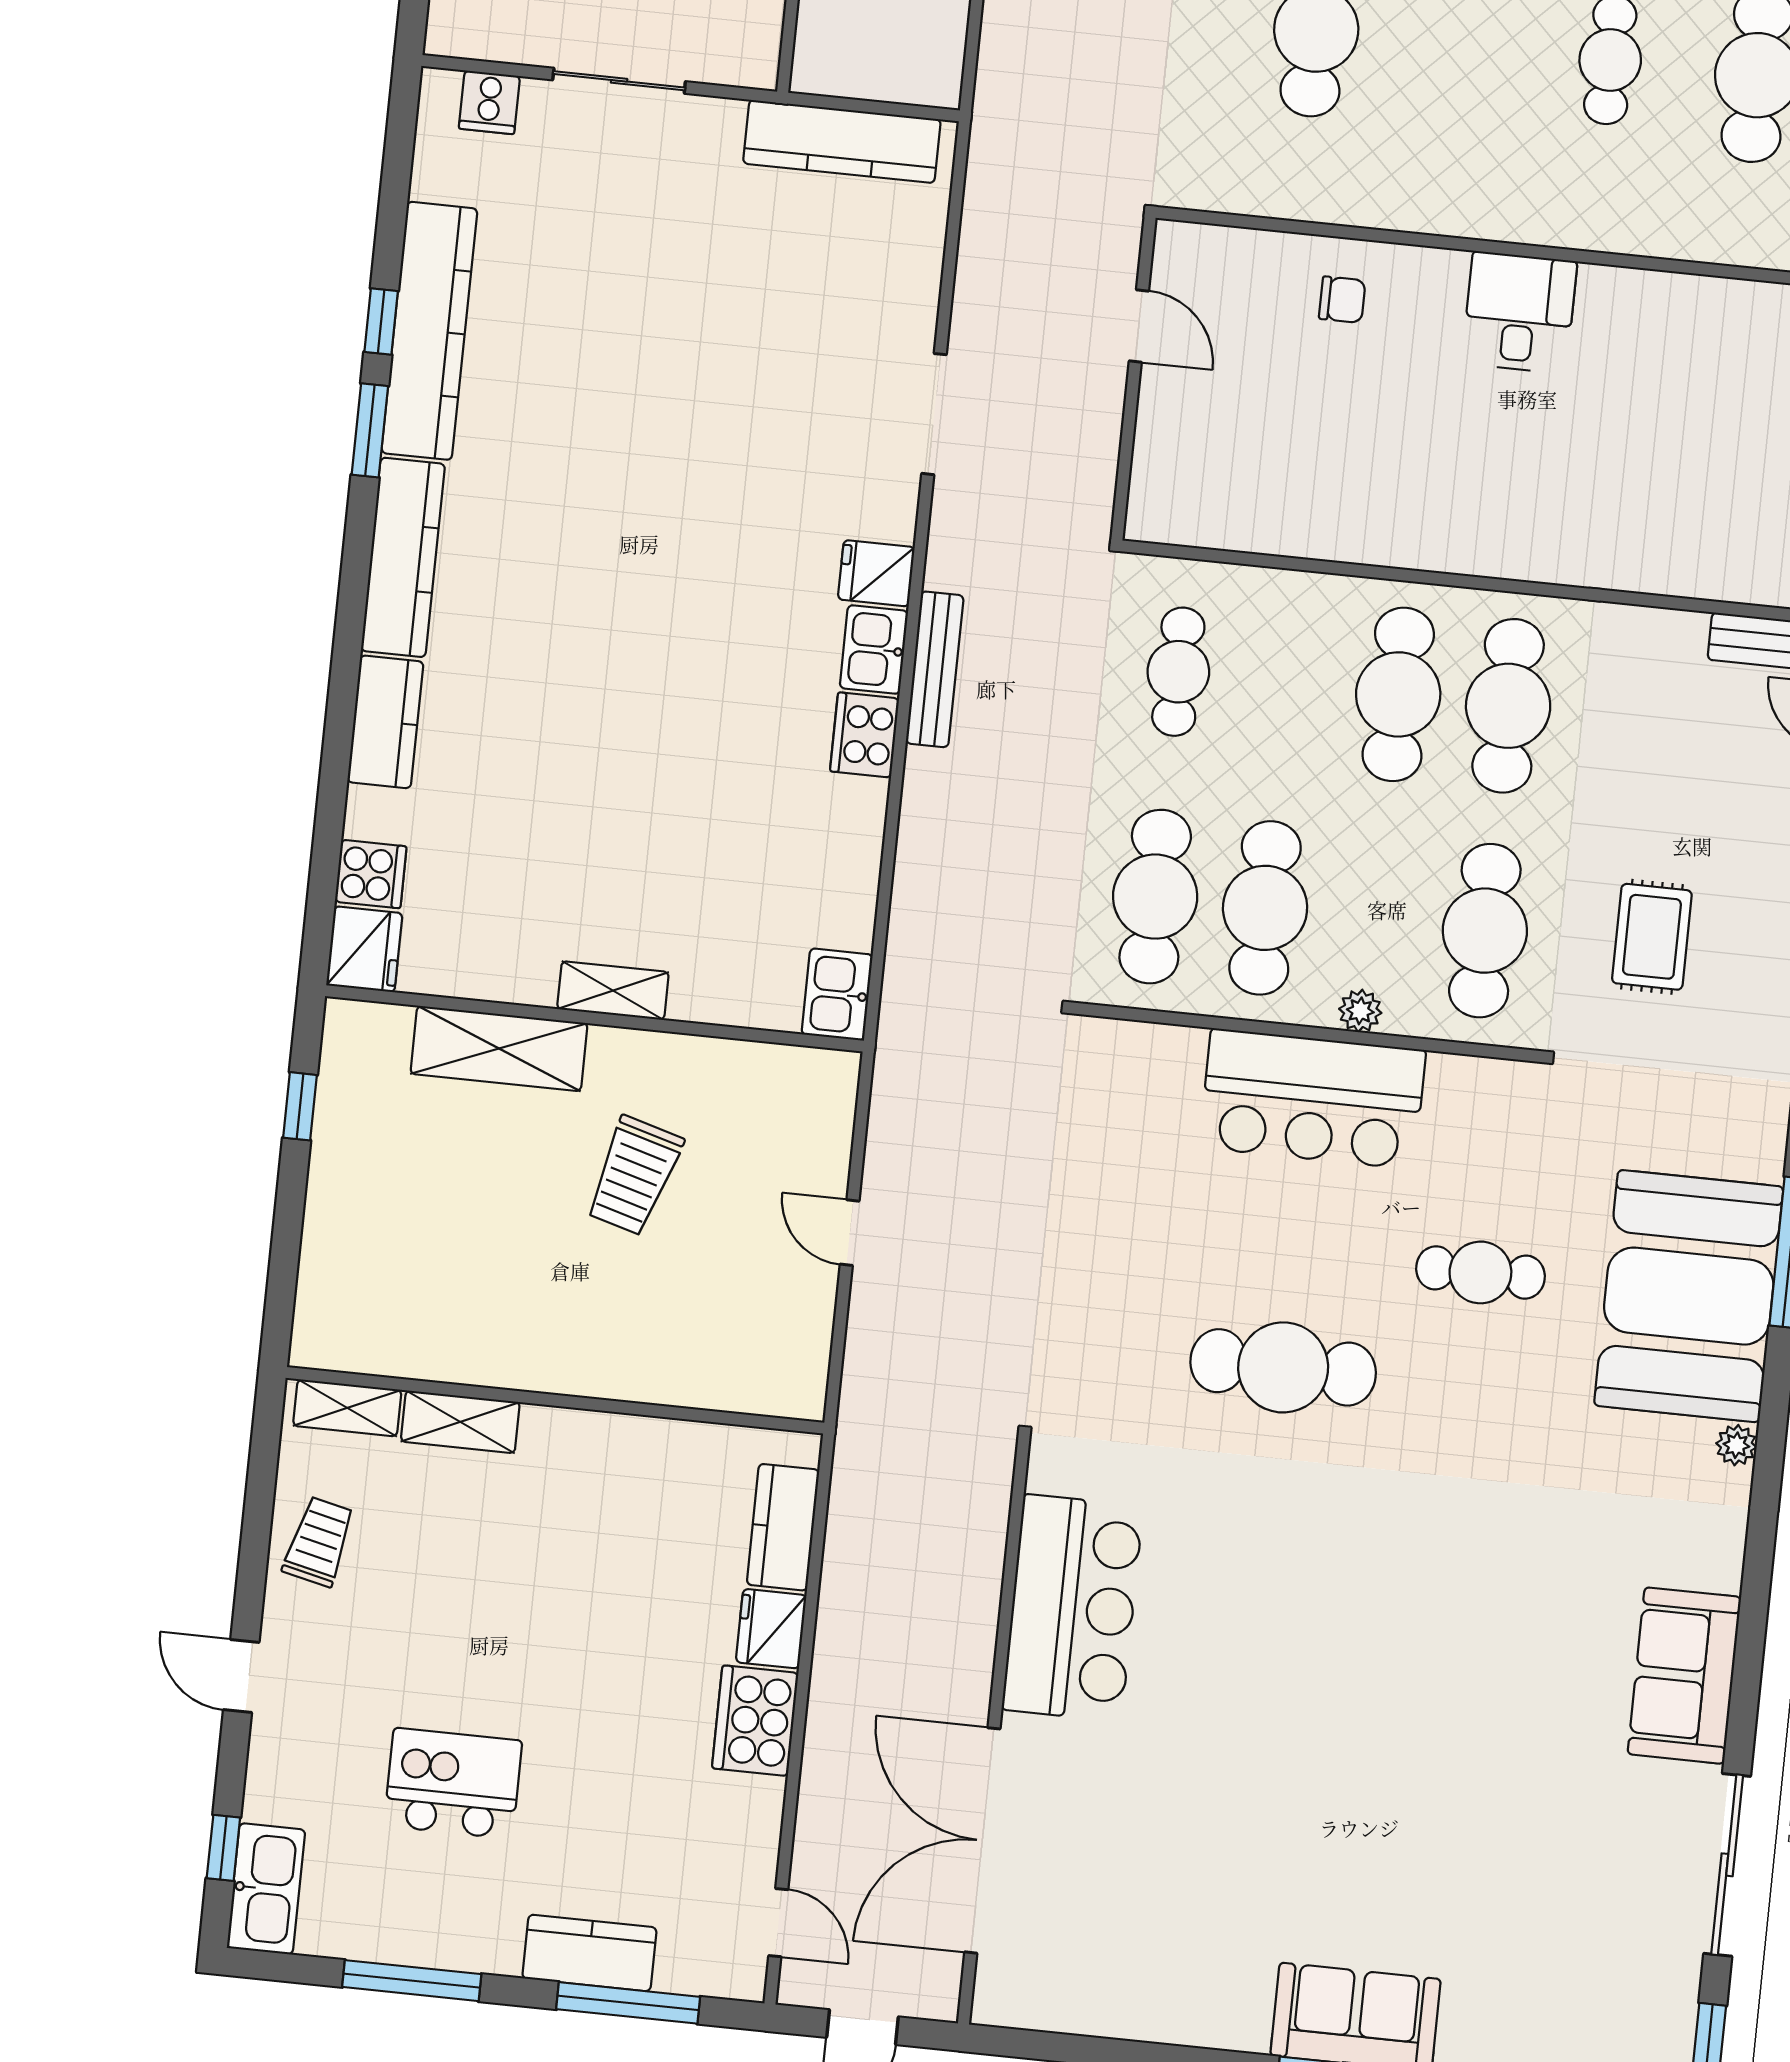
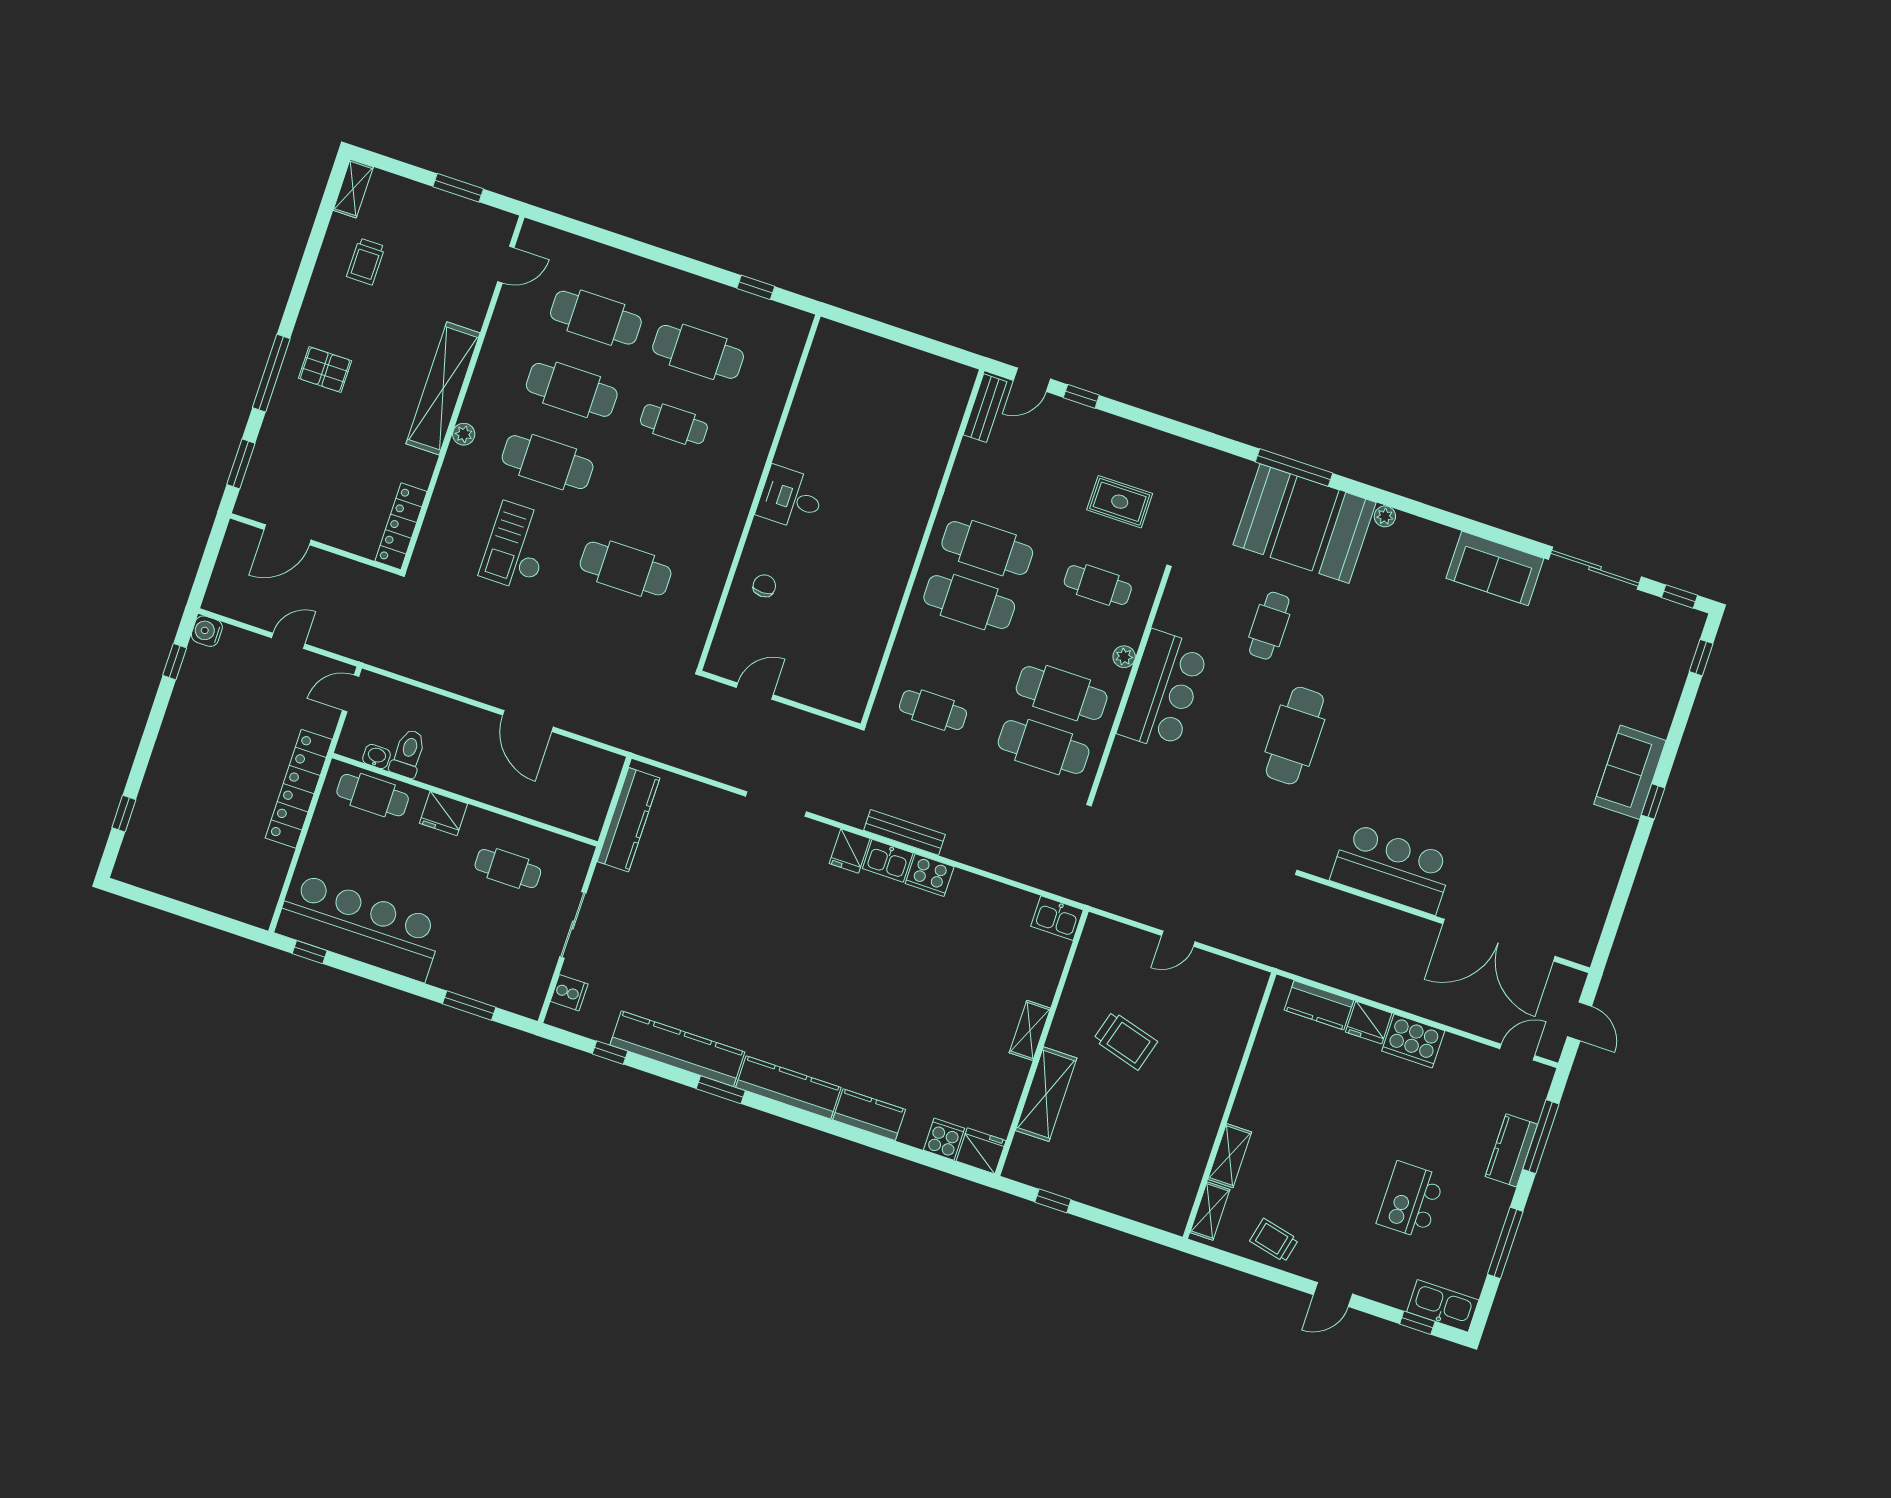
window: (381, 321) -> (610, 1053), moved
cafe table: (1485, 931) -> (1098, 585), width x0.73, depth x0.74

